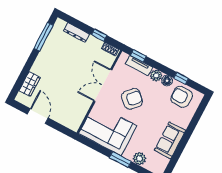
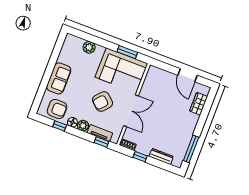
sofa: (170, 140) -> (59, 78), moved
window: (120, 160) -> (127, 52), moved

